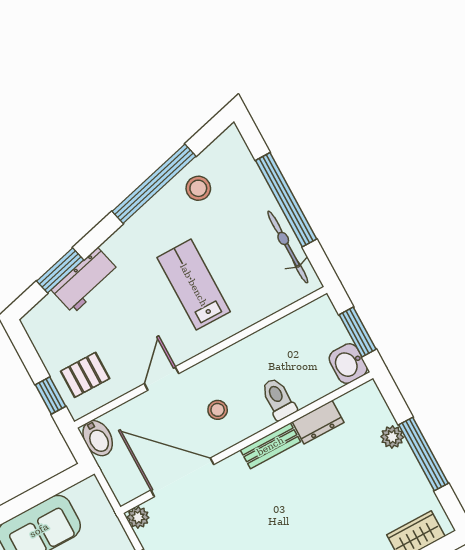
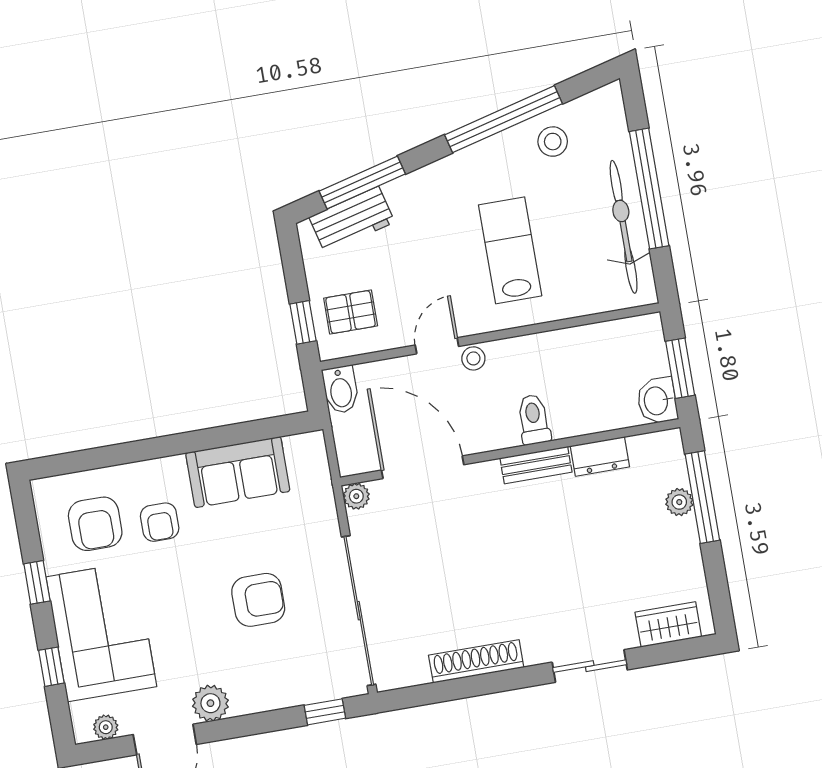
bicycle: (288, 247) -> (624, 227), width x1.37, depth x1.40
window: (60, 270) -> (362, 183), width x1.44
workbench: (85, 280) -> (352, 220), moved
toilet: (278, 399) -> (534, 420), moved
stool: (218, 410) -> (473, 358), moved
window: (424, 454) -> (702, 497), moved

